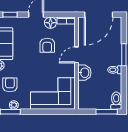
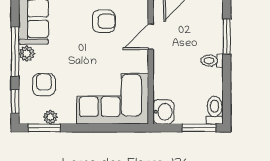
armchair: (47, 45) -> (104, 21), turned -90
washbasin: (84, 73) -> (163, 112), moved

